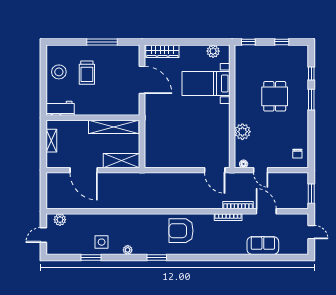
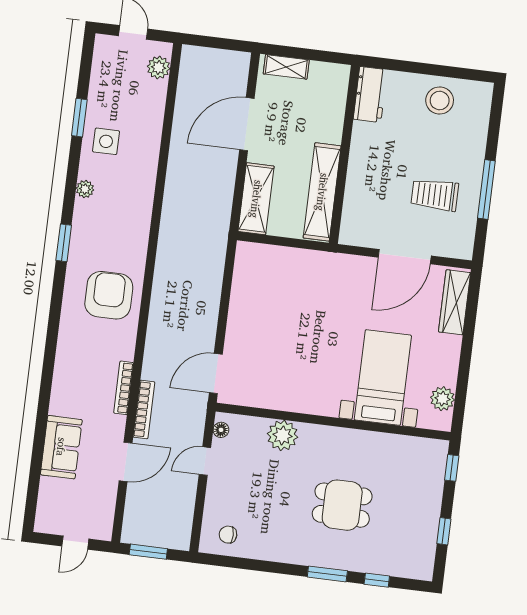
trolley: (87, 73) -> (435, 195), moved
shelving: (51, 141) -> (286, 67), moved

